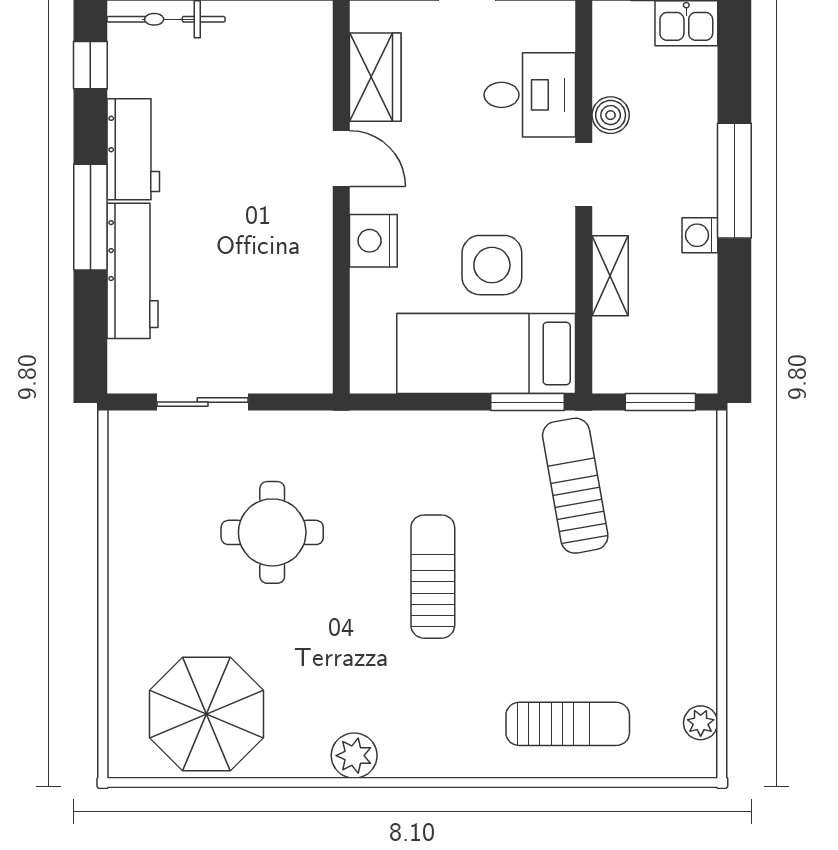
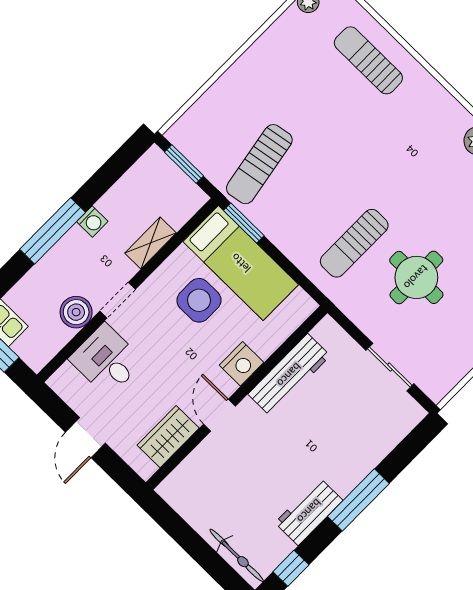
boiler: (611, 115) -> (76, 312), width x1.36, depth x1.36
workbench: (132, 271) -> (289, 375), moved, turned 180
sun lounger: (433, 577) -> (354, 243), moved

